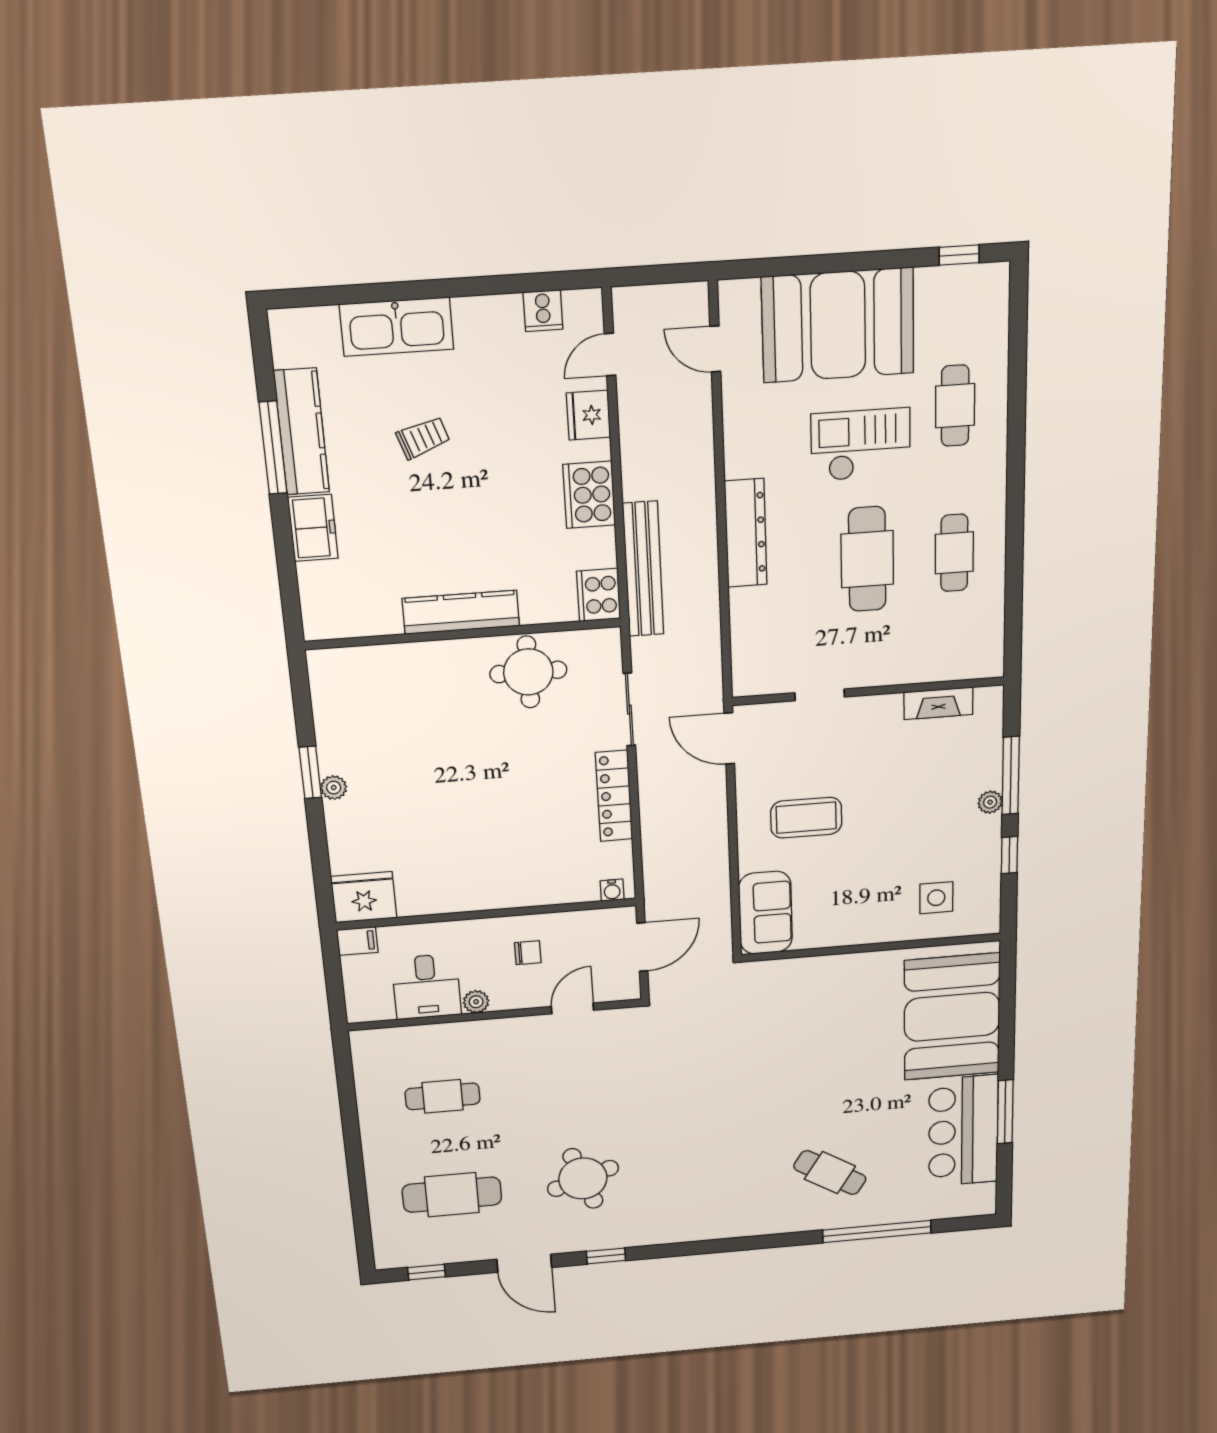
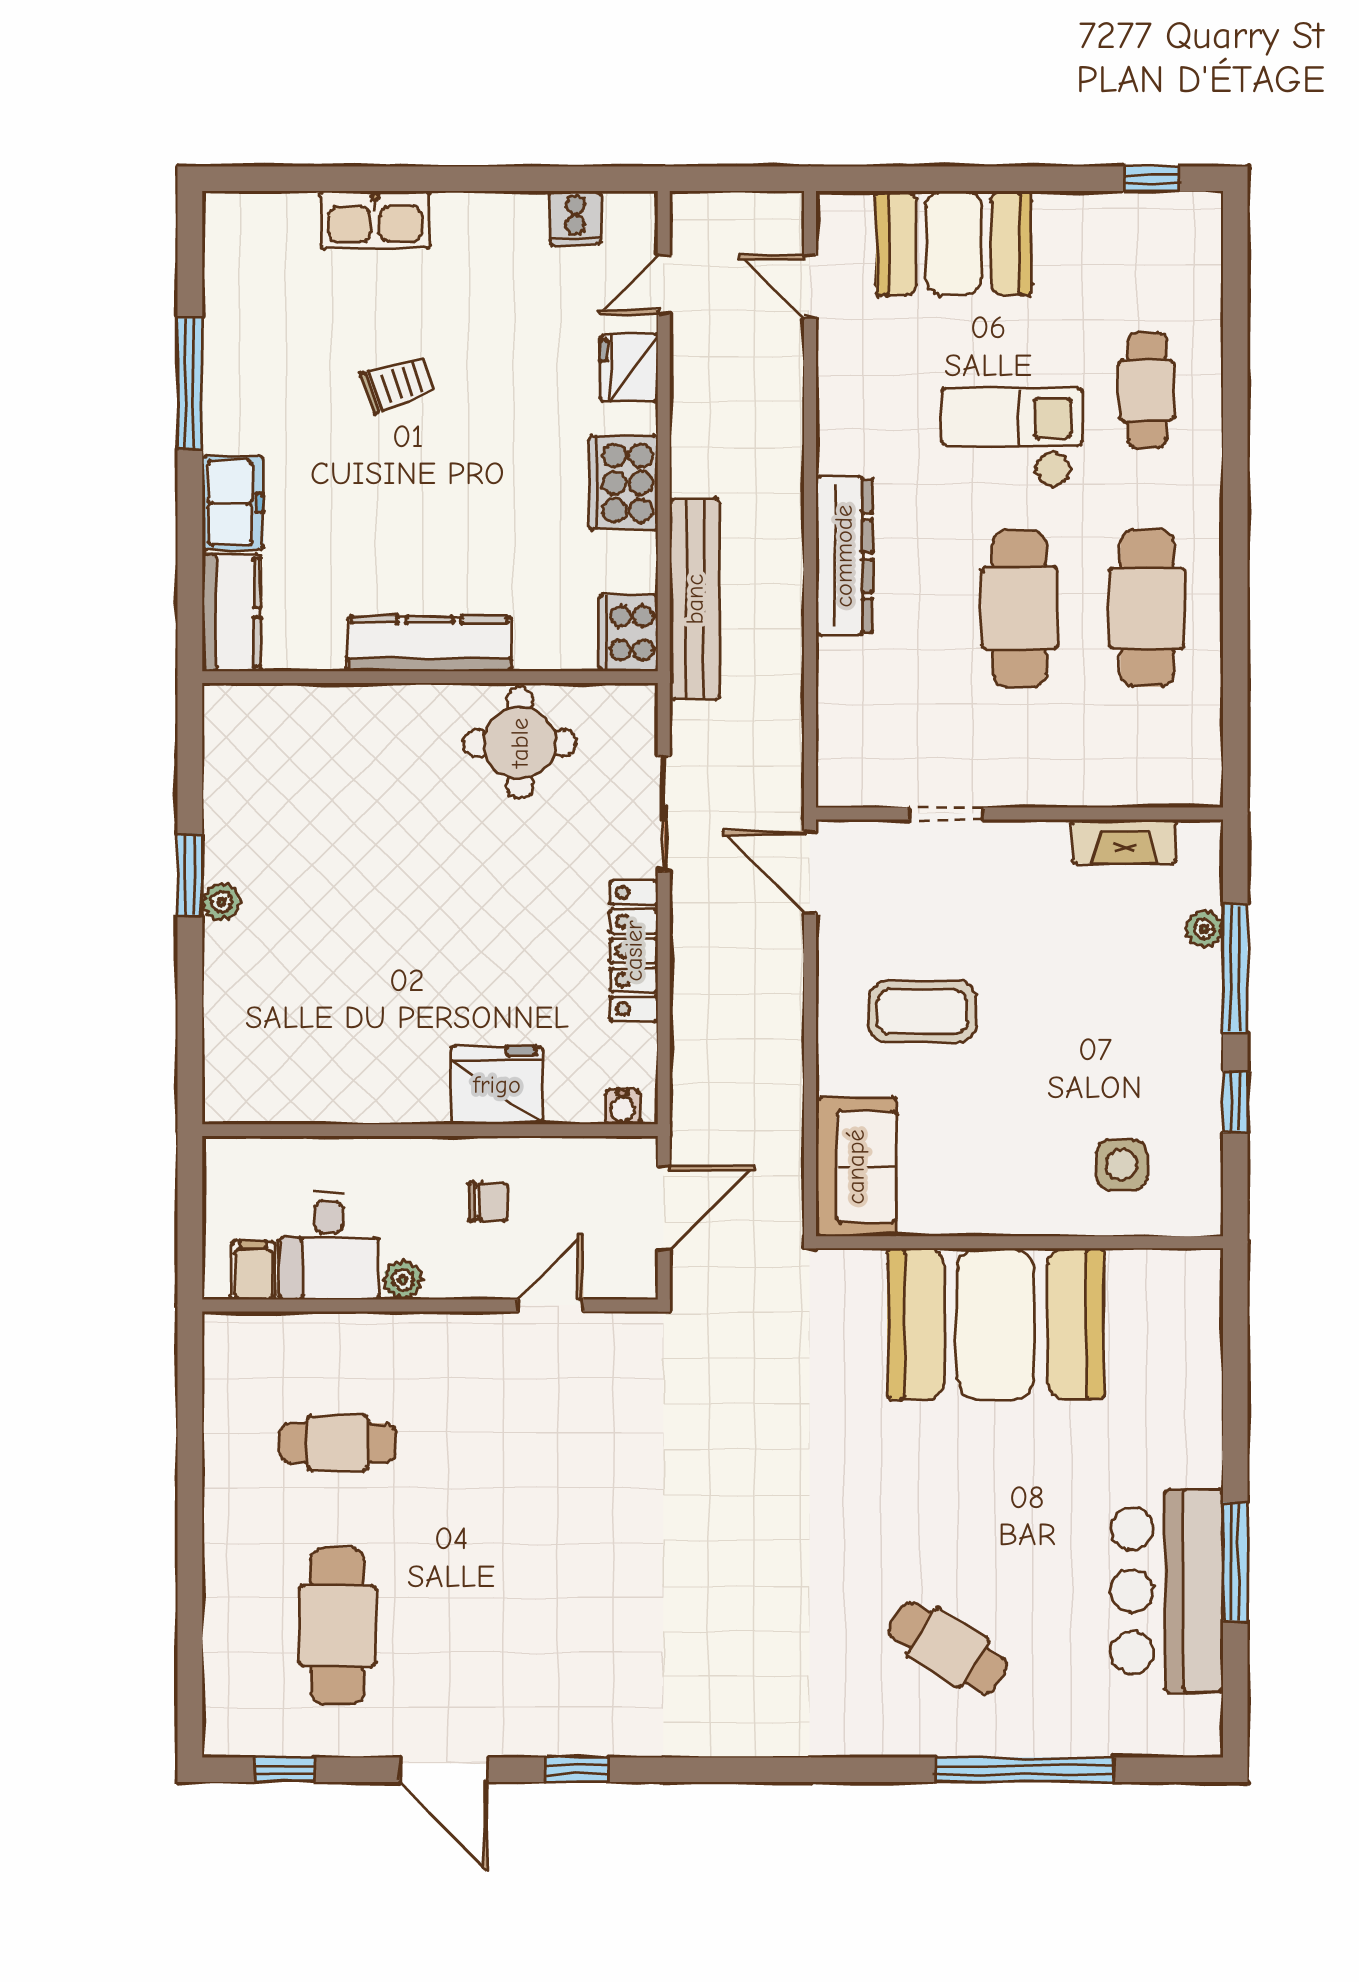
booth: (838, 325) -> (954, 243), width x0.73, depth x0.70
kitchen sink: (397, 327) -> (375, 220), width x0.73, depth x0.81
kitchen counter: (302, 432) -> (231, 613), moved, width x0.67
cafe table: (954, 553) -> (1147, 608), width x1.37, depth x1.35
plant: (990, 802) -> (1204, 929), moved
fridge: (364, 897) -> (497, 1085), moved
filing cabinet: (357, 941) -> (253, 1270), moved, turned -90
booth: (952, 1017) -> (996, 1324), moved, turned 90
round table: (583, 1178) -> (548, 1617), removed
cafe table: (452, 1195) -> (337, 1626), turned 90

